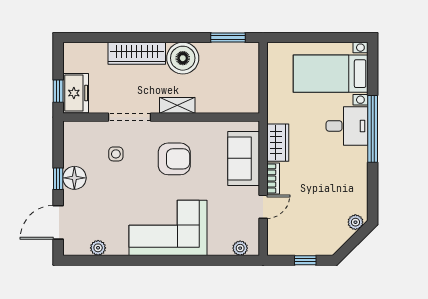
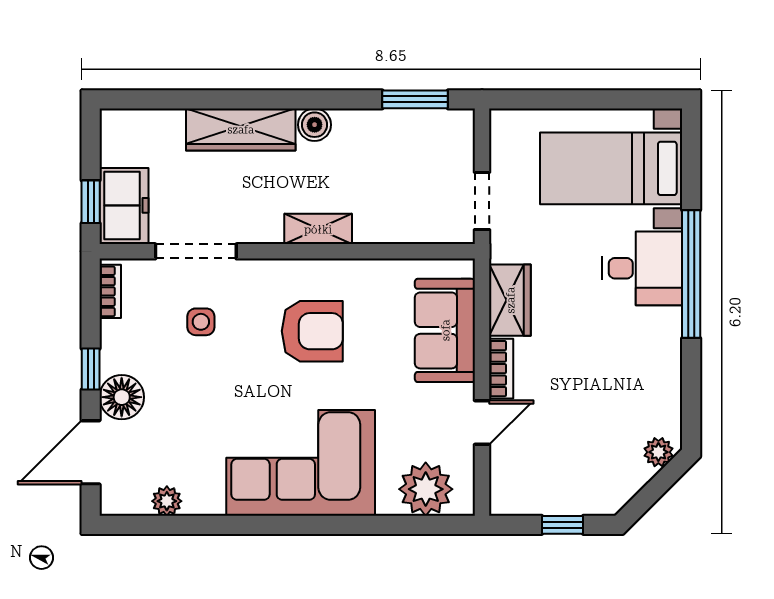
boiler: (183, 58) -> (315, 125), width x0.54, depth x0.54
doorway: (263, 91) -> (482, 201), added
doorway: (129, 117) -> (196, 251), moved
bookcase: (68, 138) -> (110, 291), added
floor lamp: (74, 178) -> (122, 397), moved
plant: (240, 248) -> (426, 489), width x1.88, depth x1.88

